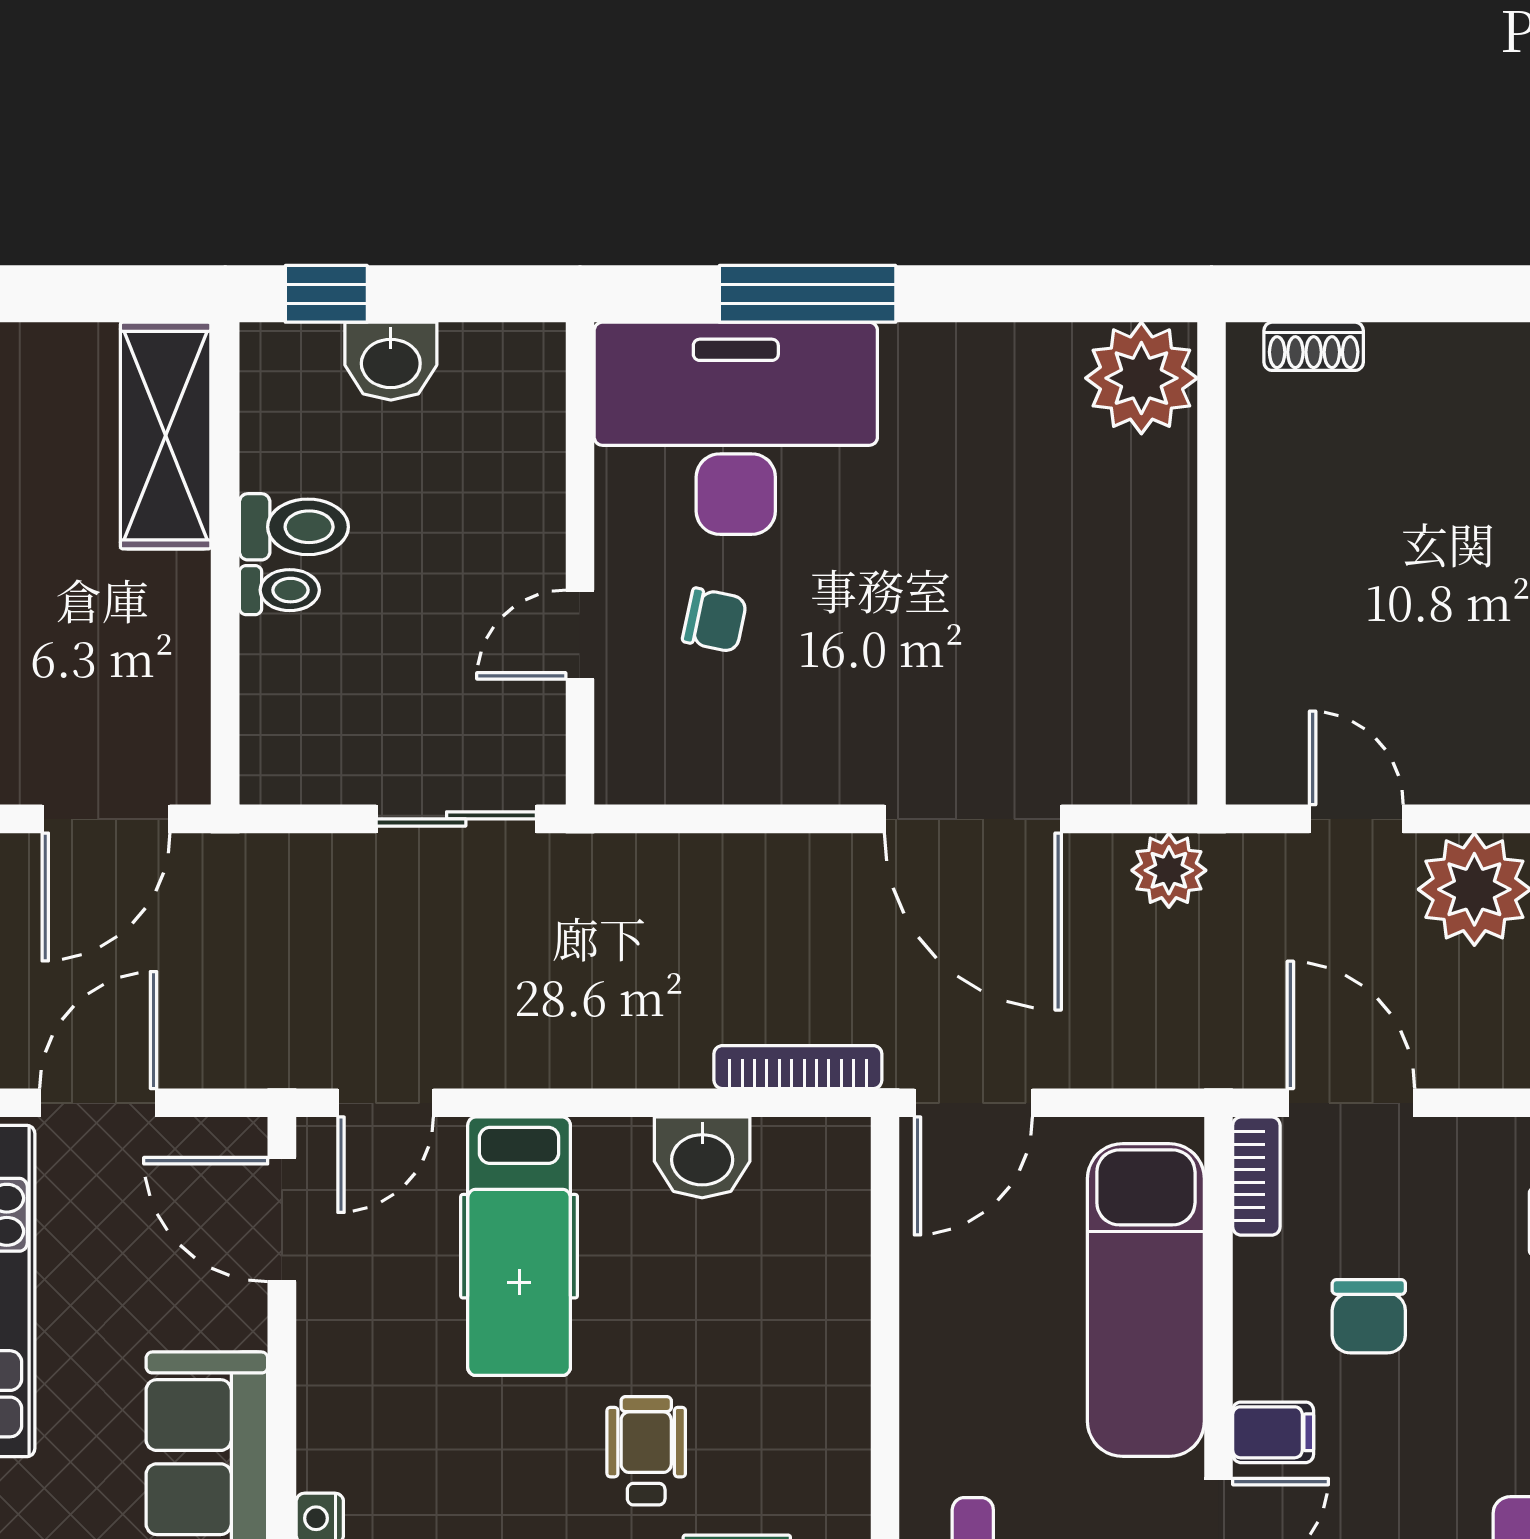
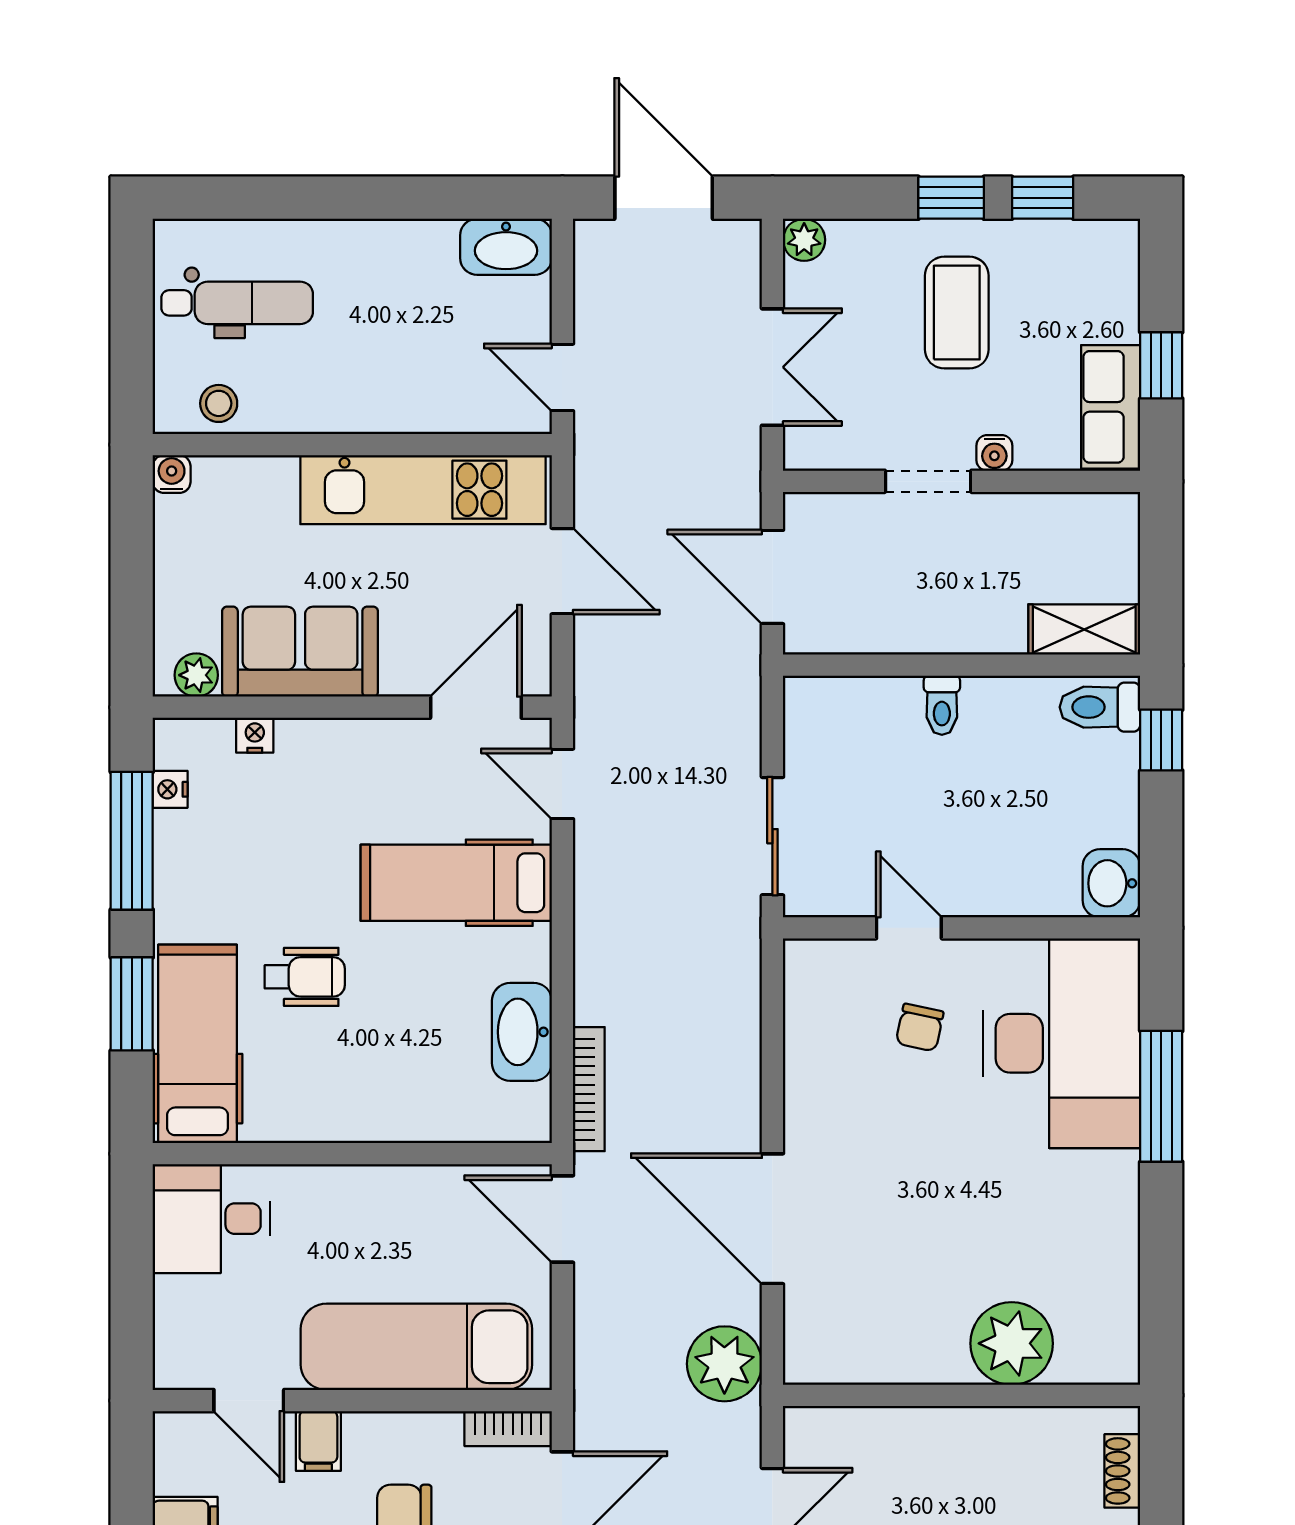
washbasin: (391, 361) -> (1111, 883), moved
plant: (1141, 378) -> (1012, 1343), moved
shelving: (166, 436) -> (1084, 630), width x0.67, depth x0.75
toilet: (294, 527) -> (1100, 707), moved, turned 90
door: (973, 819) -> (772, 1219), hinge flipped
plant: (1169, 870) -> (724, 1364), width x1.36, depth x1.36
washbasin: (702, 1157) -> (522, 1032), width x1.38

